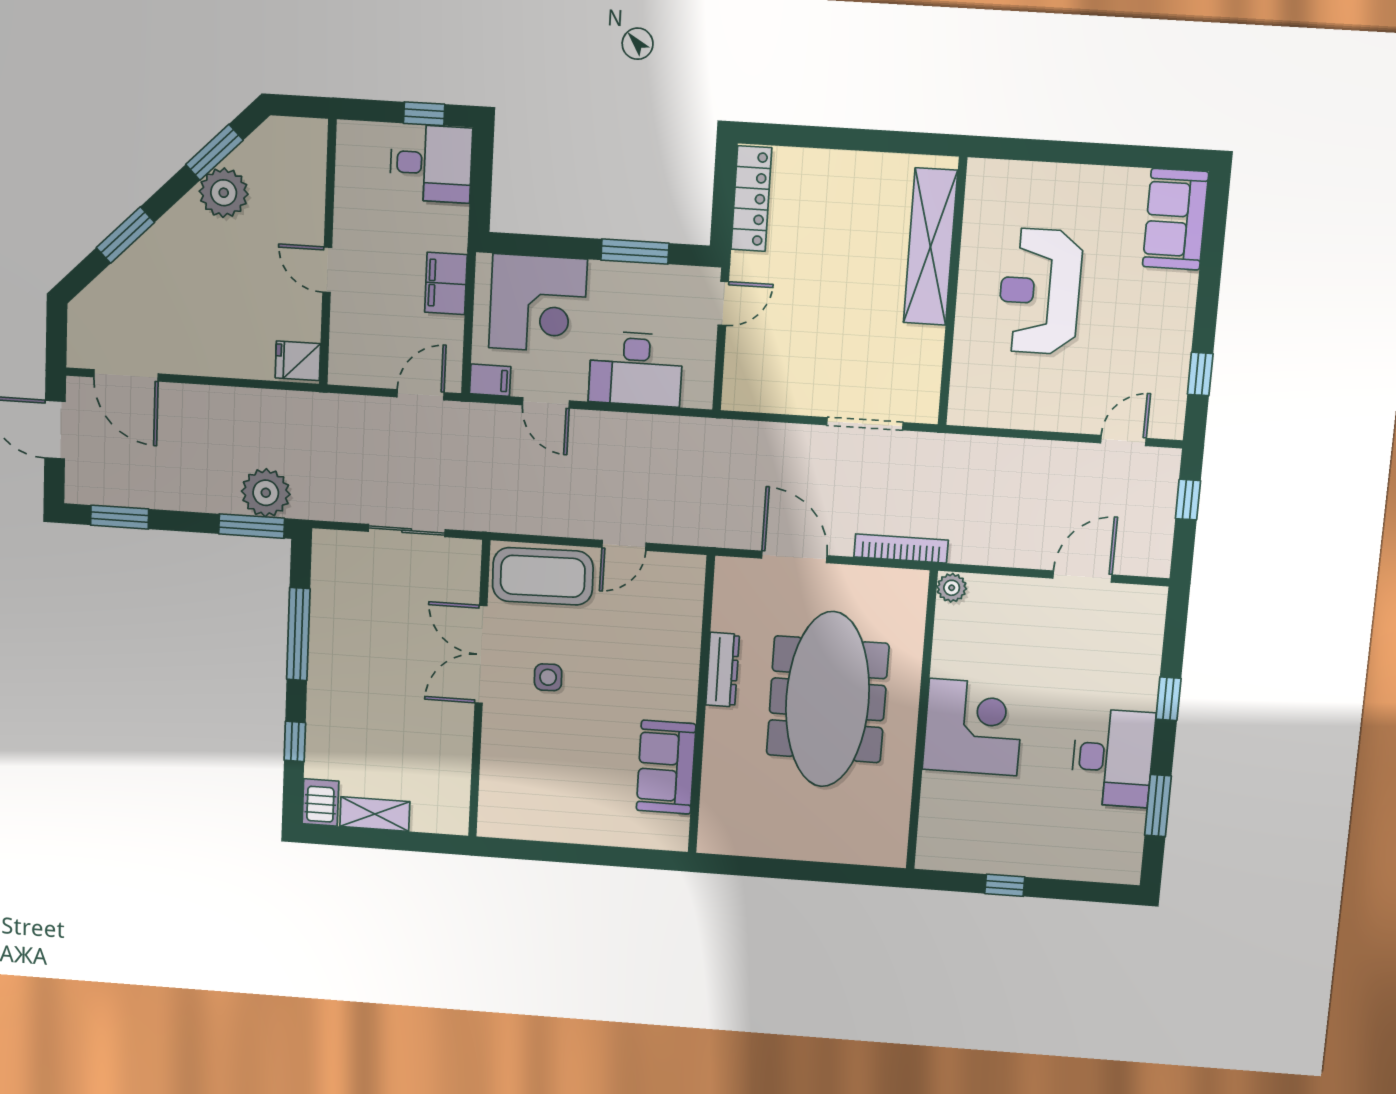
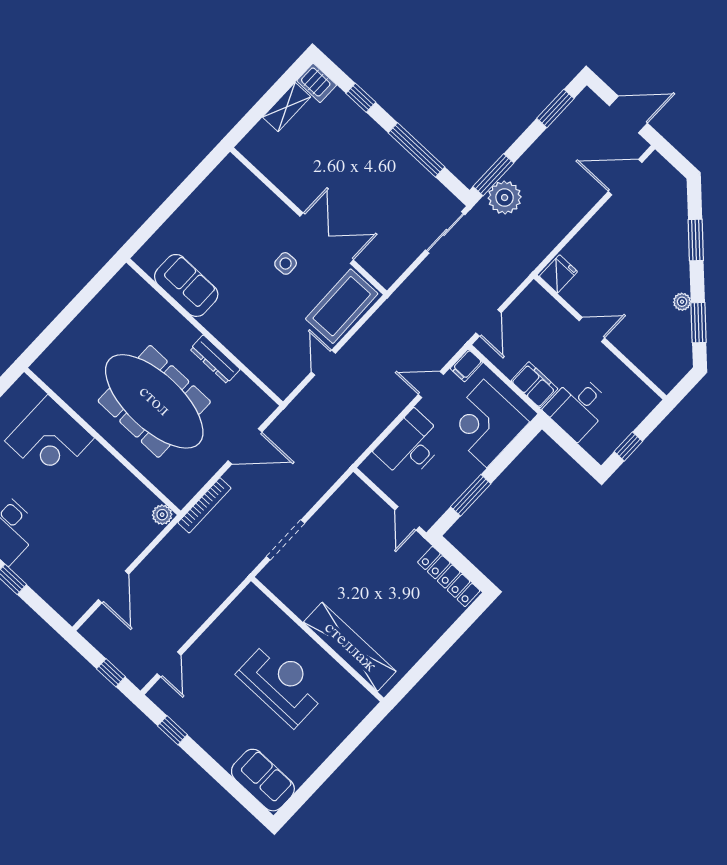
desk: (431, 163) -> (578, 407), moved
plant: (224, 193) -> (682, 302), width x0.53, depth x0.53
sliding door: (407, 531) -> (445, 232), moved
corner desk: (973, 727) -> (49, 439), moved

